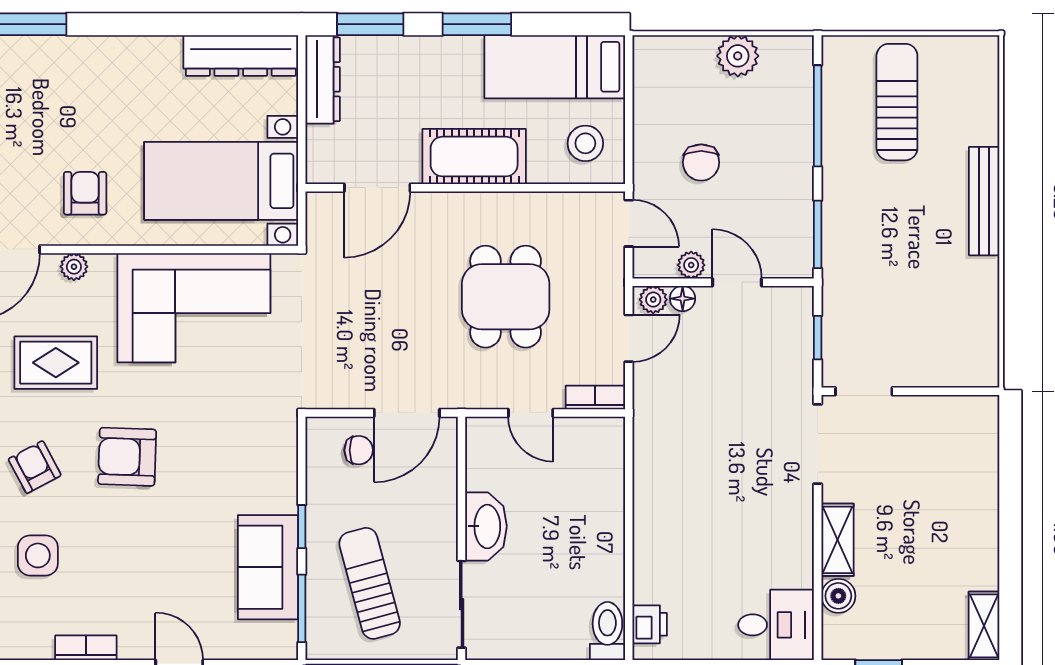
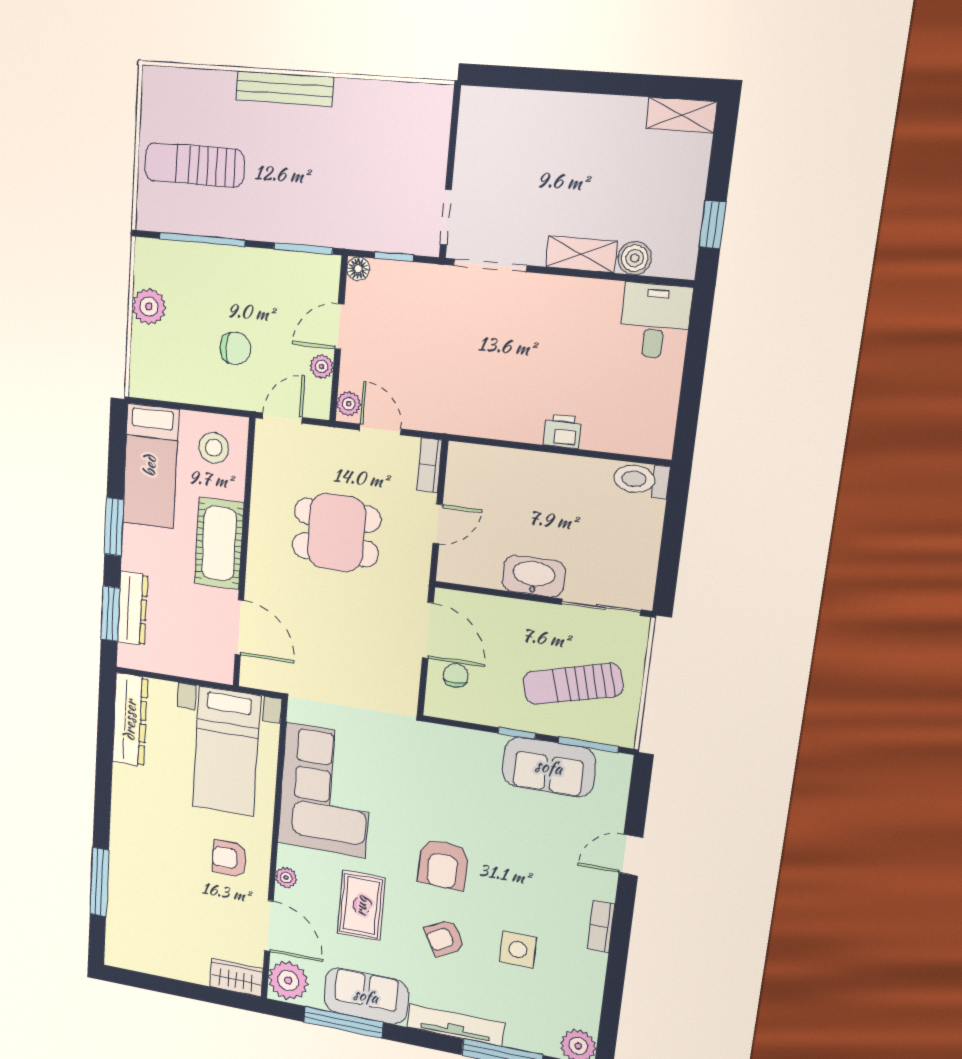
dresser: (323, 79) -> (133, 609), moved, turned 90
floor lamp: (683, 299) -> (358, 269), moved
printer: (650, 624) -> (562, 431), moved

